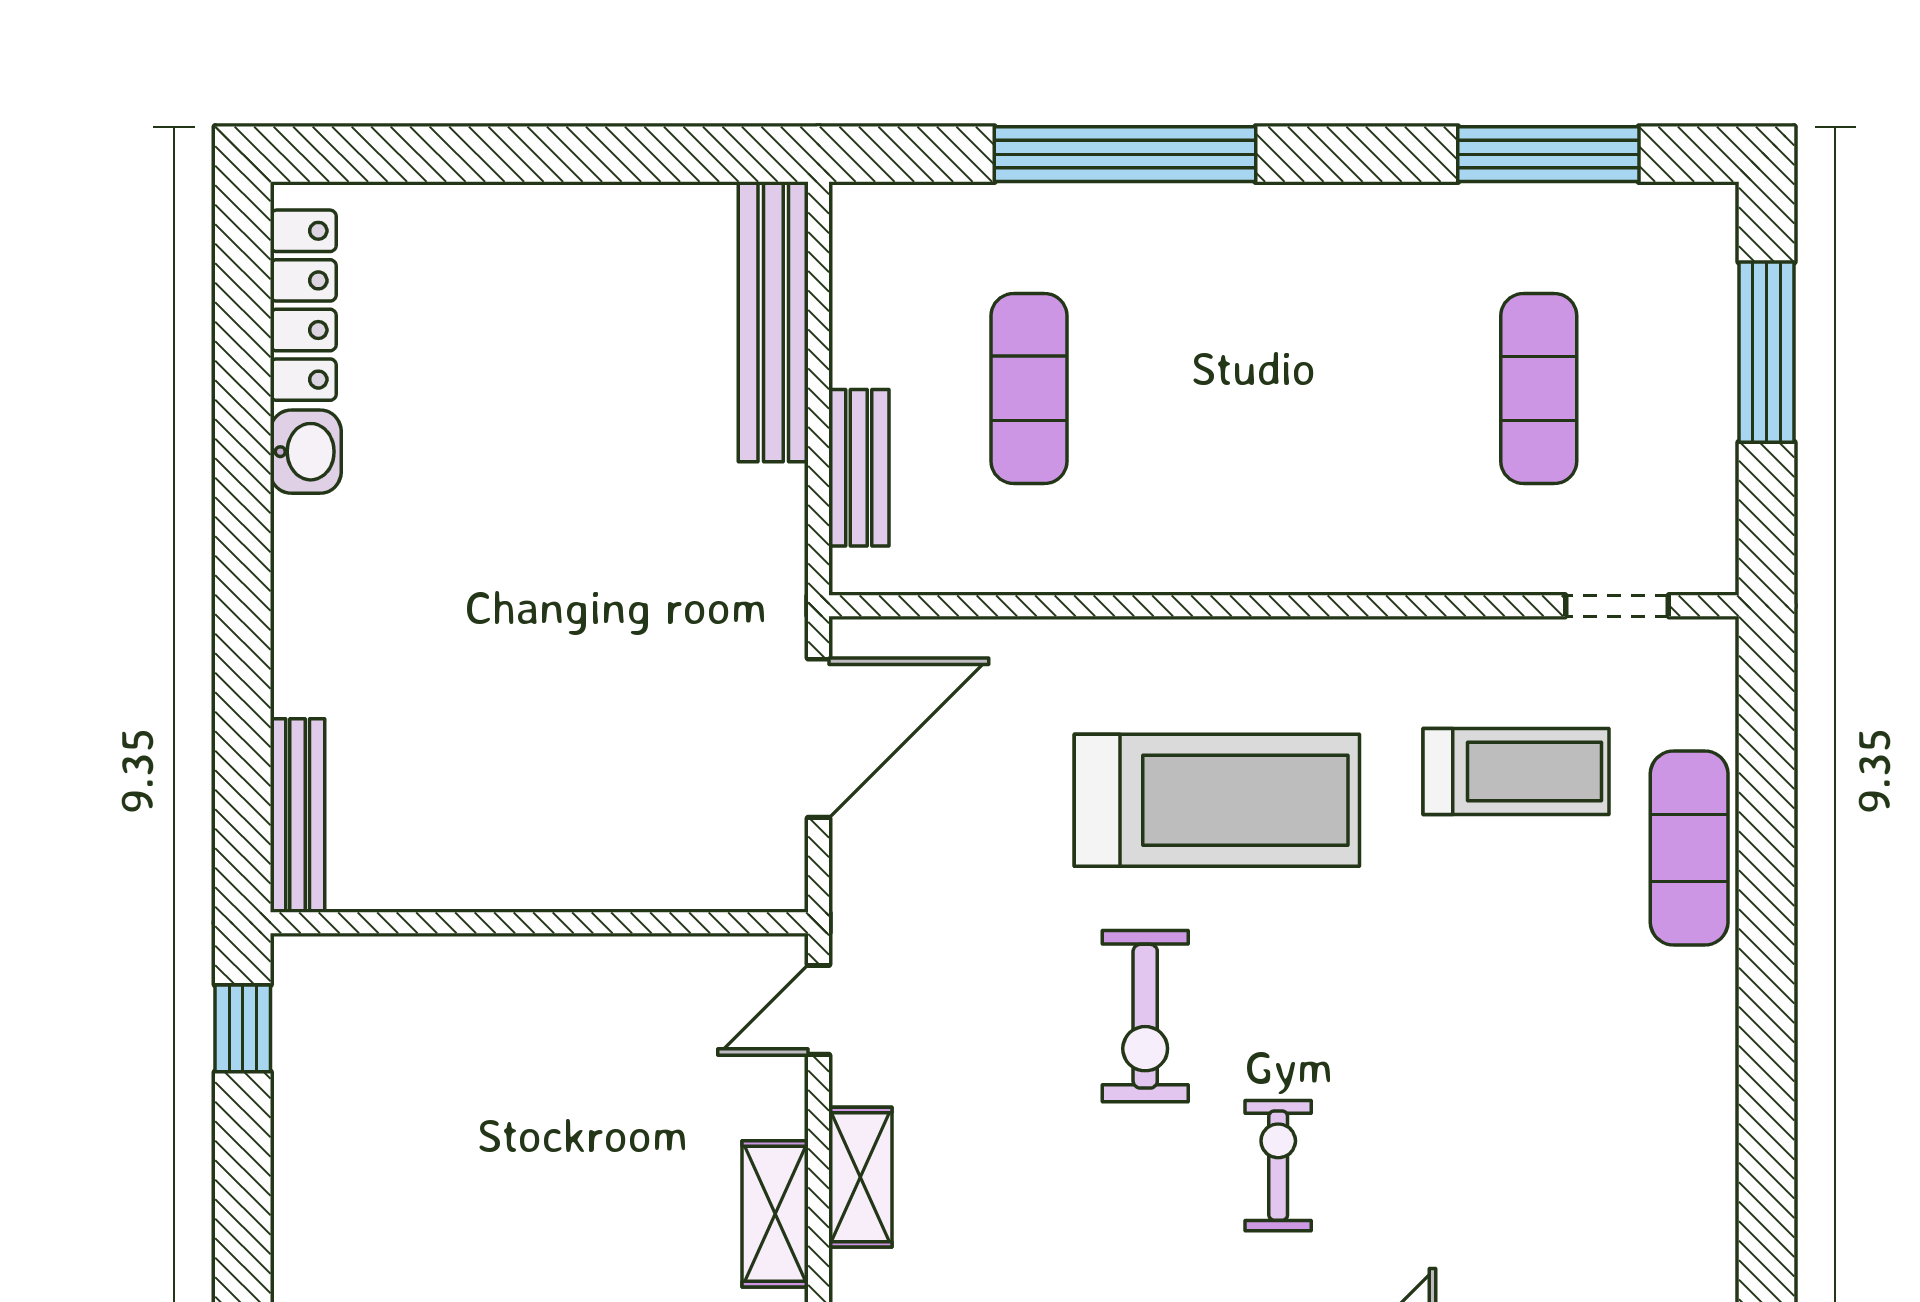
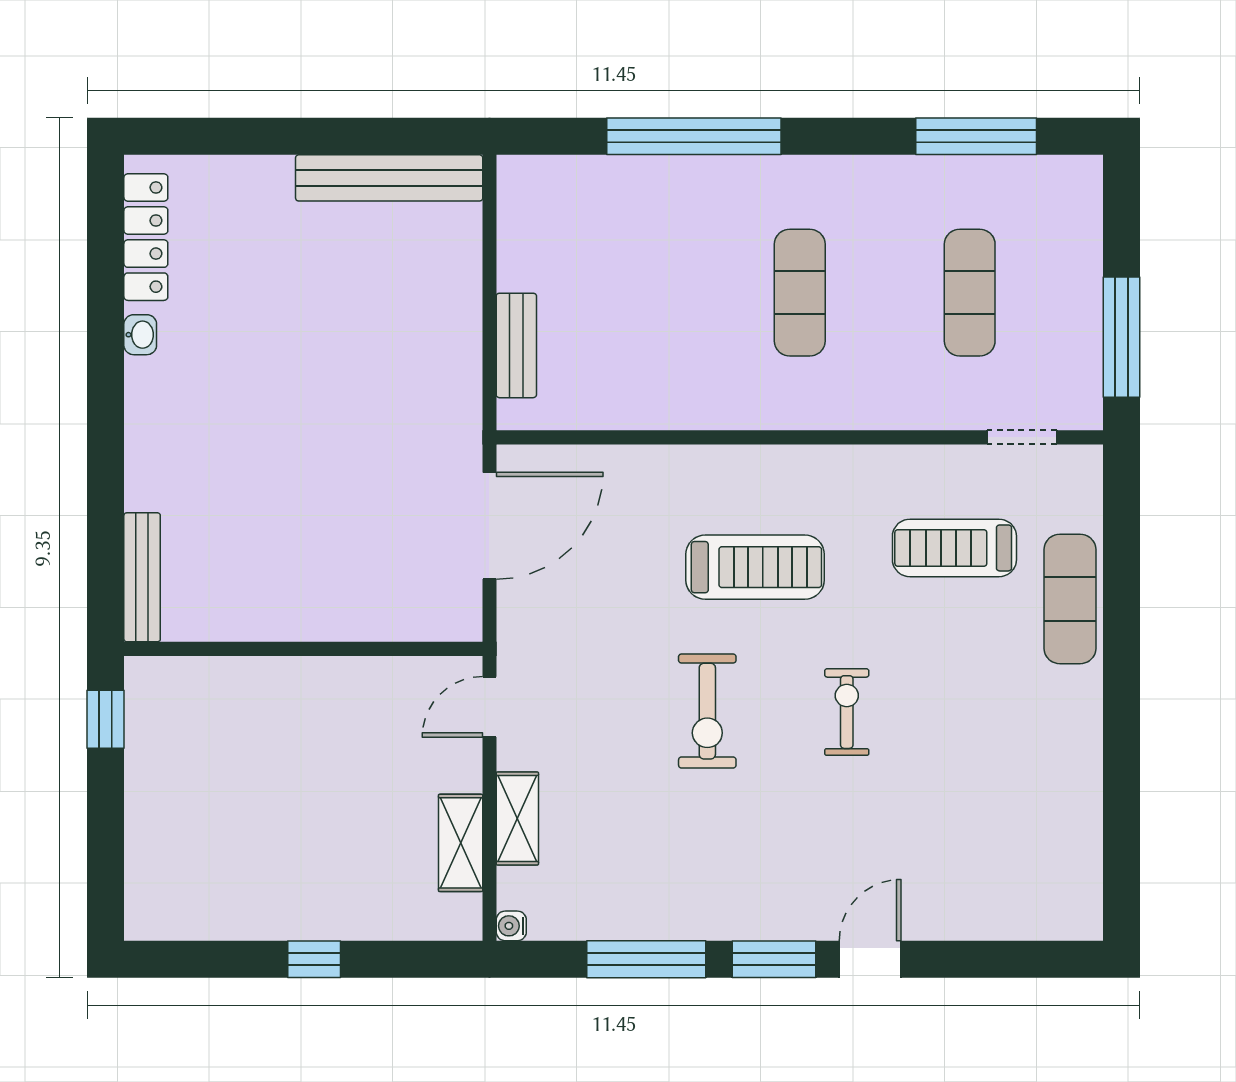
bench: (773, 322) -> (389, 178), moved, turned 90
window: (1767, 352) -> (1122, 337), moved
exercise mat: (1029, 389) -> (800, 293), moved
washbasin: (306, 452) -> (140, 335), width x0.72, depth x0.69
treadmill: (1516, 771) -> (954, 548), turned 180
treadmill: (1217, 800) -> (755, 567), width x0.73, depth x0.73
exercise bike: (1278, 1166) -> (847, 712), moved

